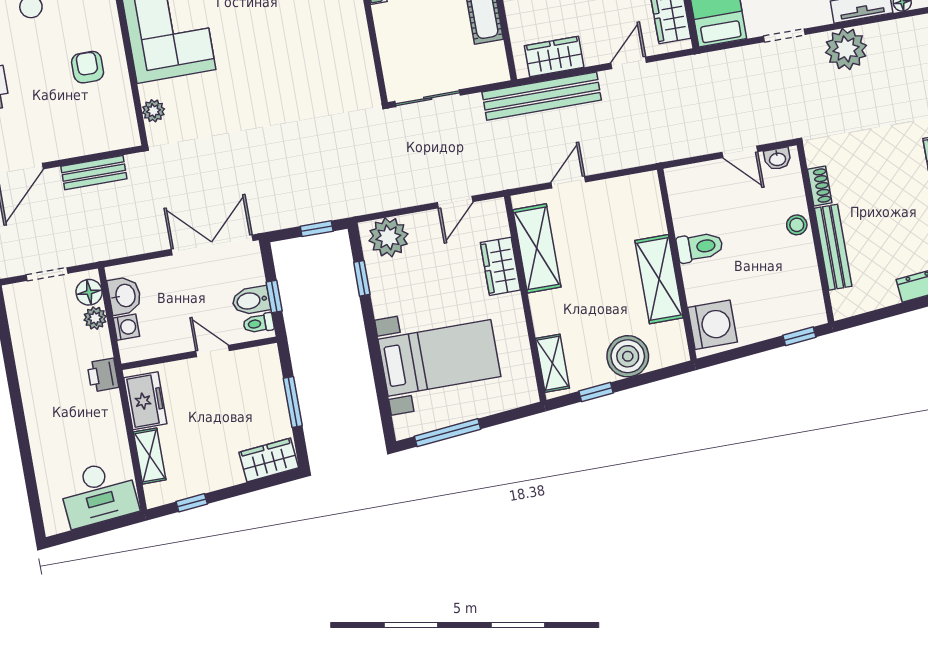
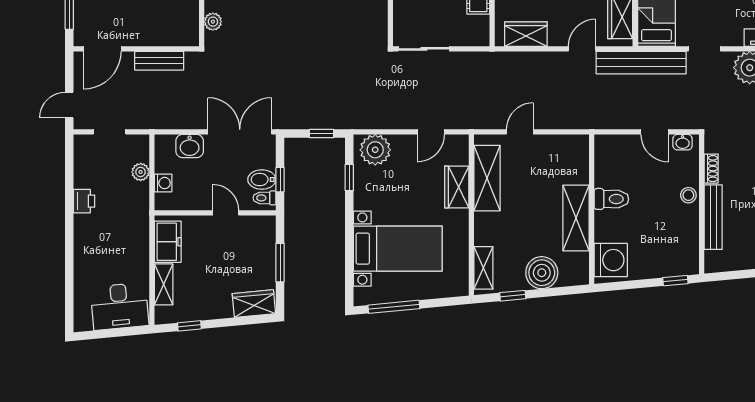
bench: (542, 96) -> (641, 63), moved
floor lamp: (89, 292) -> (139, 151), removed
washbasin: (125, 296) -> (190, 146), moved, turned 90
printer: (103, 375) -> (84, 201), moved, turned 180

